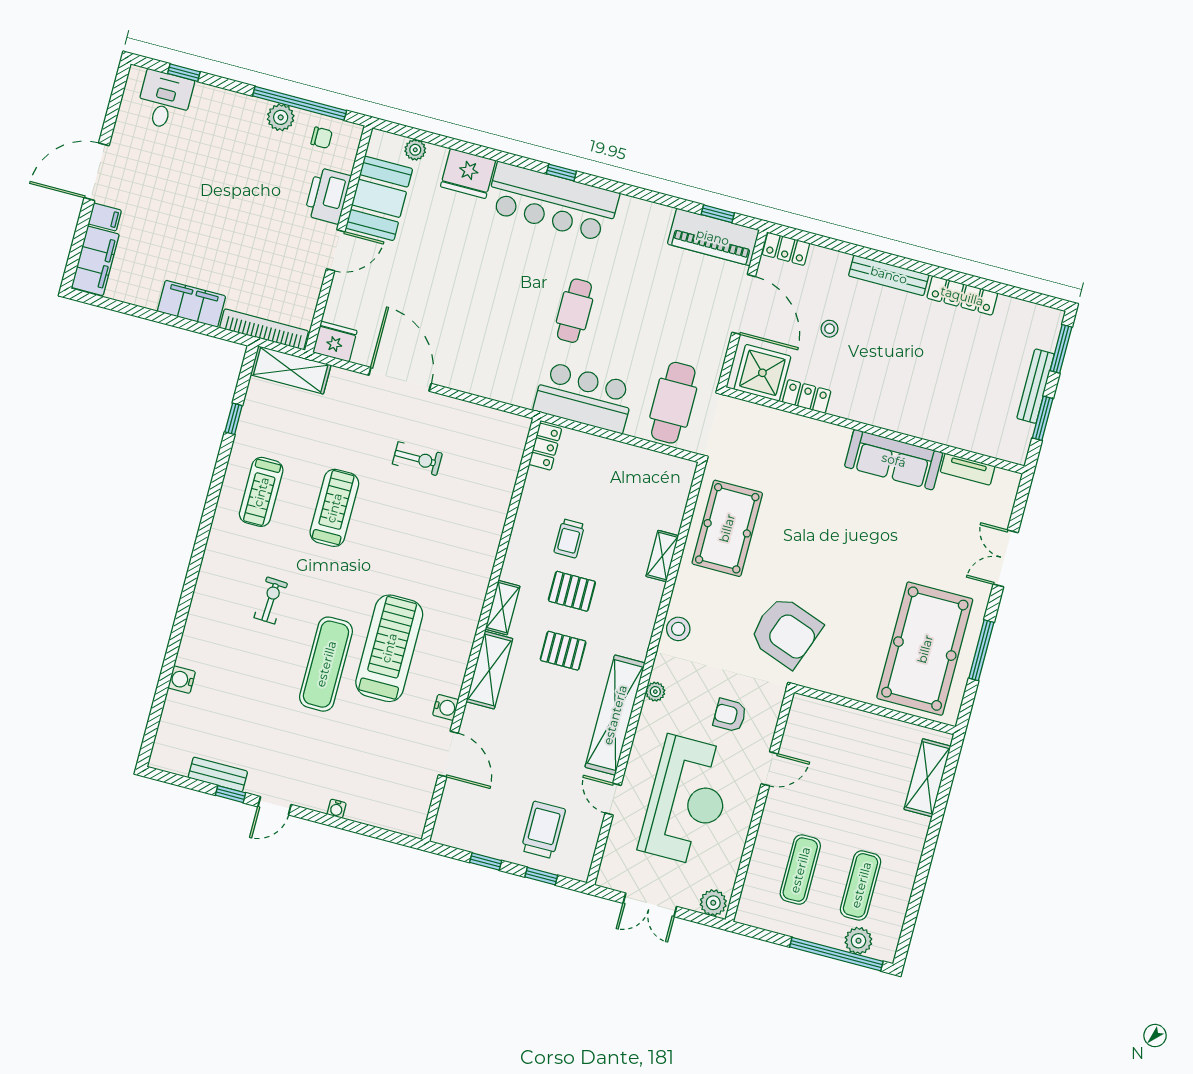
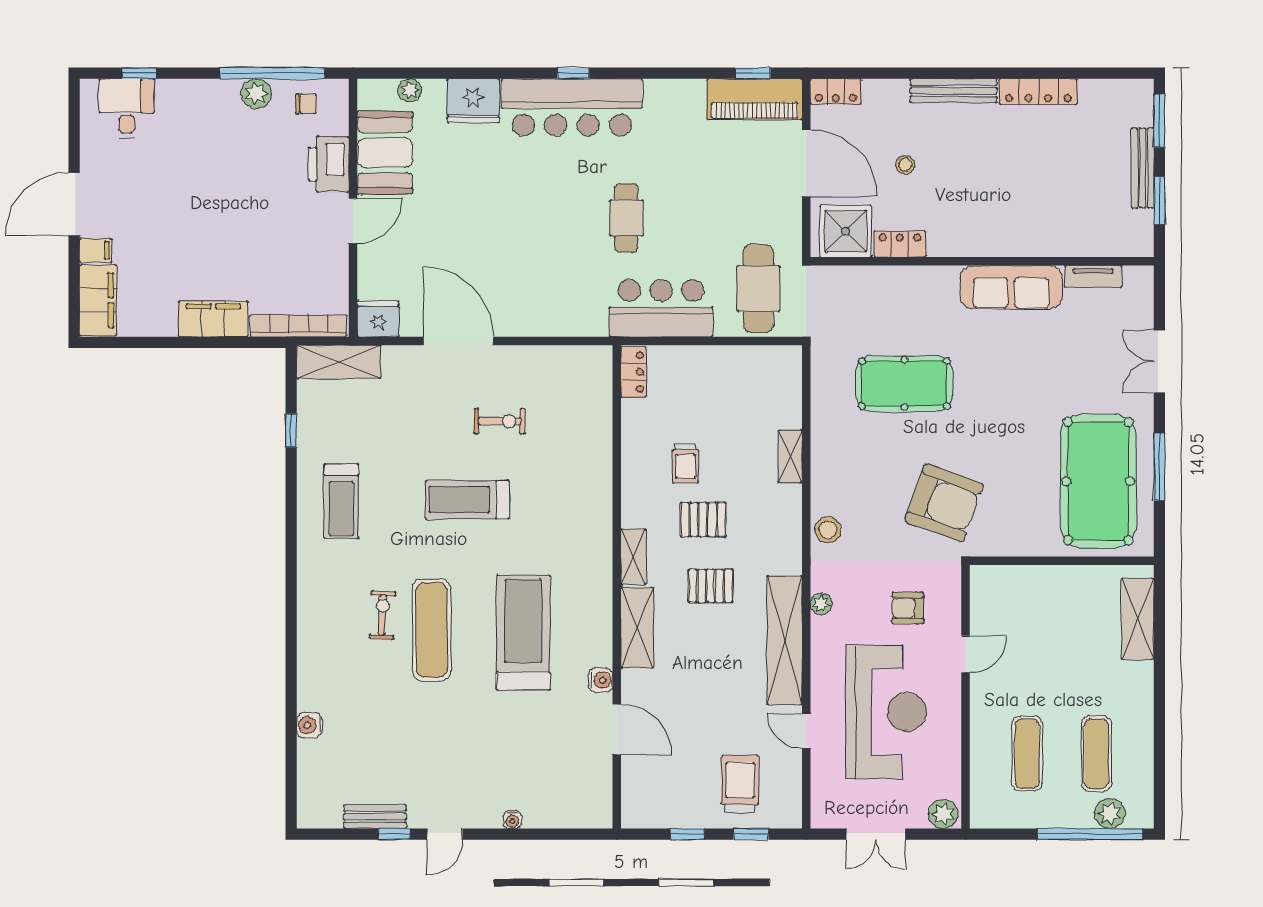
treadmill: (334, 508) -> (467, 500), moved, turned -90
pool table: (727, 528) -> (904, 384), moved, turned 90
exercise mat: (326, 664) -> (432, 630), moved

